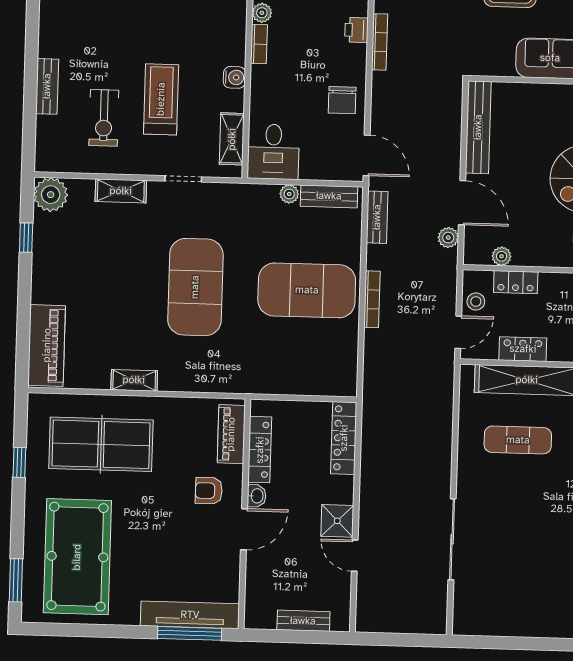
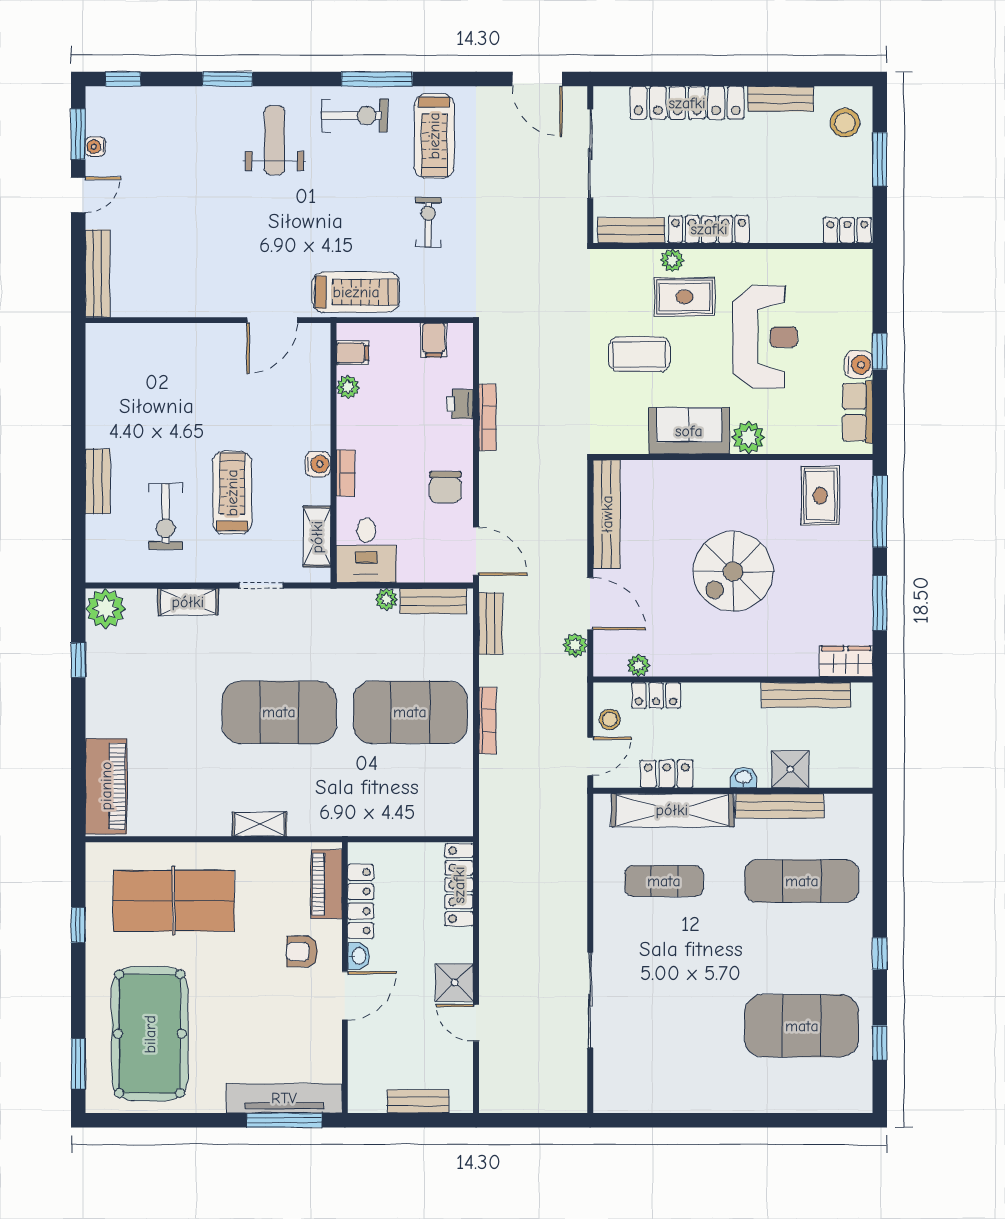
bookcase: (259, 44) -> (346, 473), moved
exercise mat: (195, 287) -> (279, 712), turned 90
shelving: (134, 380) -> (260, 824), moved

